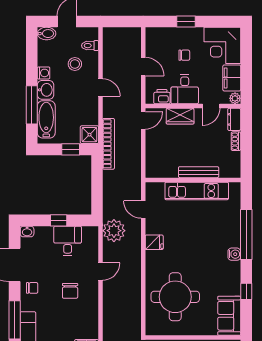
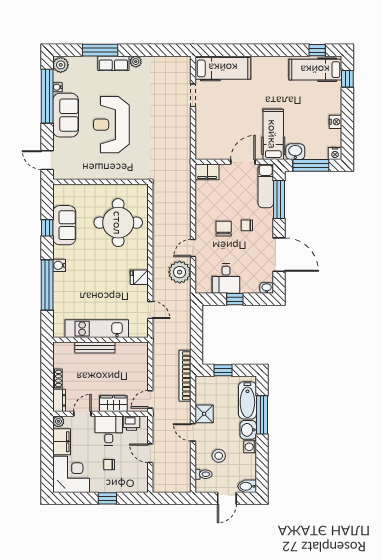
shower: (89, 135) -> (204, 414), moved
plant: (114, 231) -> (180, 272), moved
chair: (32, 288) -> (247, 225), moved
sofa: (229, 316) -> (64, 225), moved

